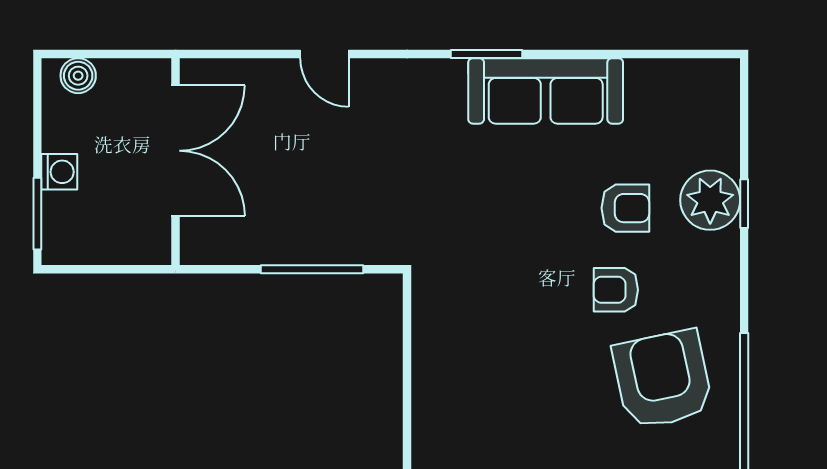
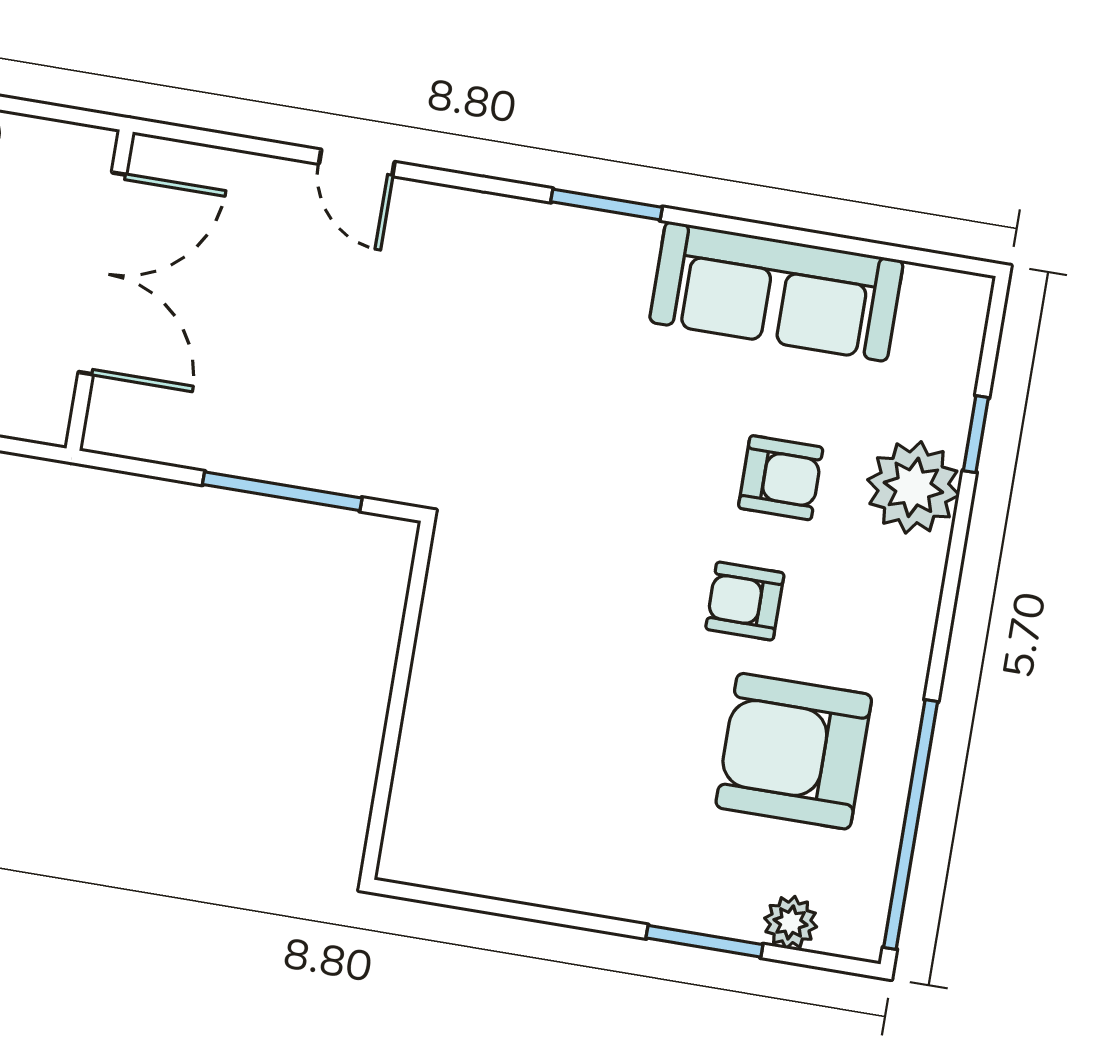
sofa: (546, 91) -> (776, 291), moved
window: (744, 204) -> (976, 434), moved
armchair: (663, 379) -> (794, 751), turned -78

